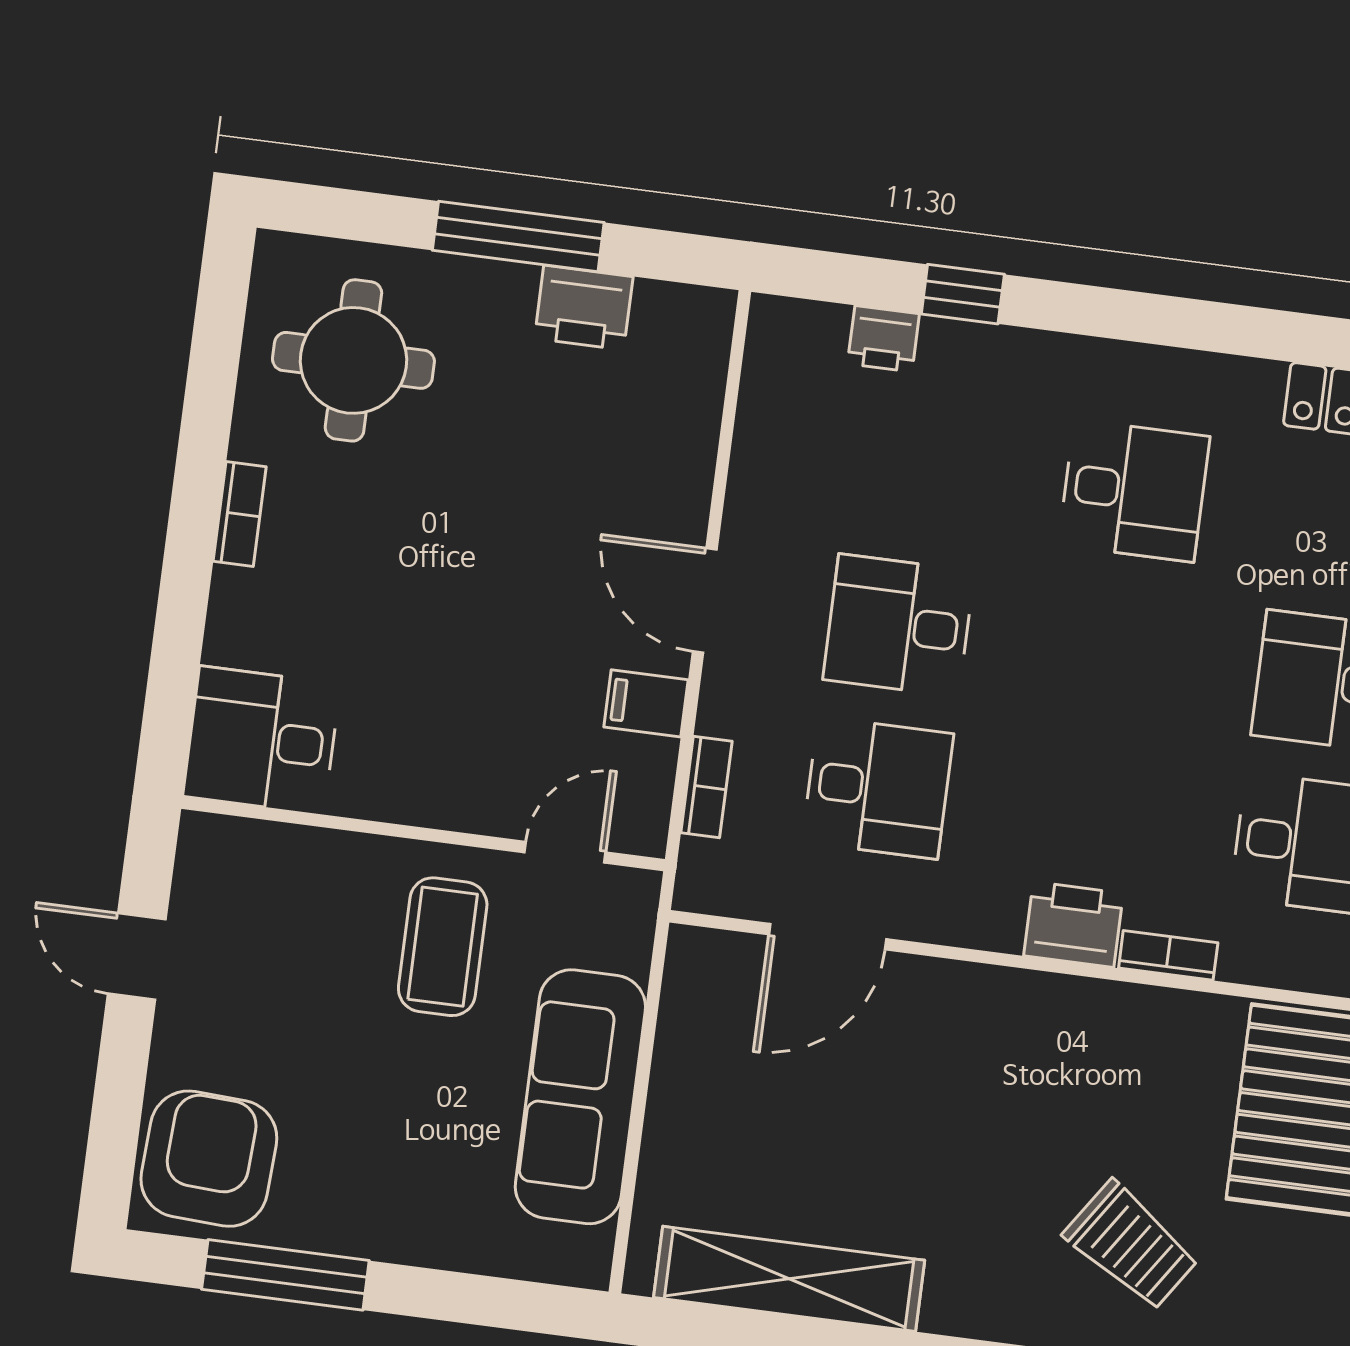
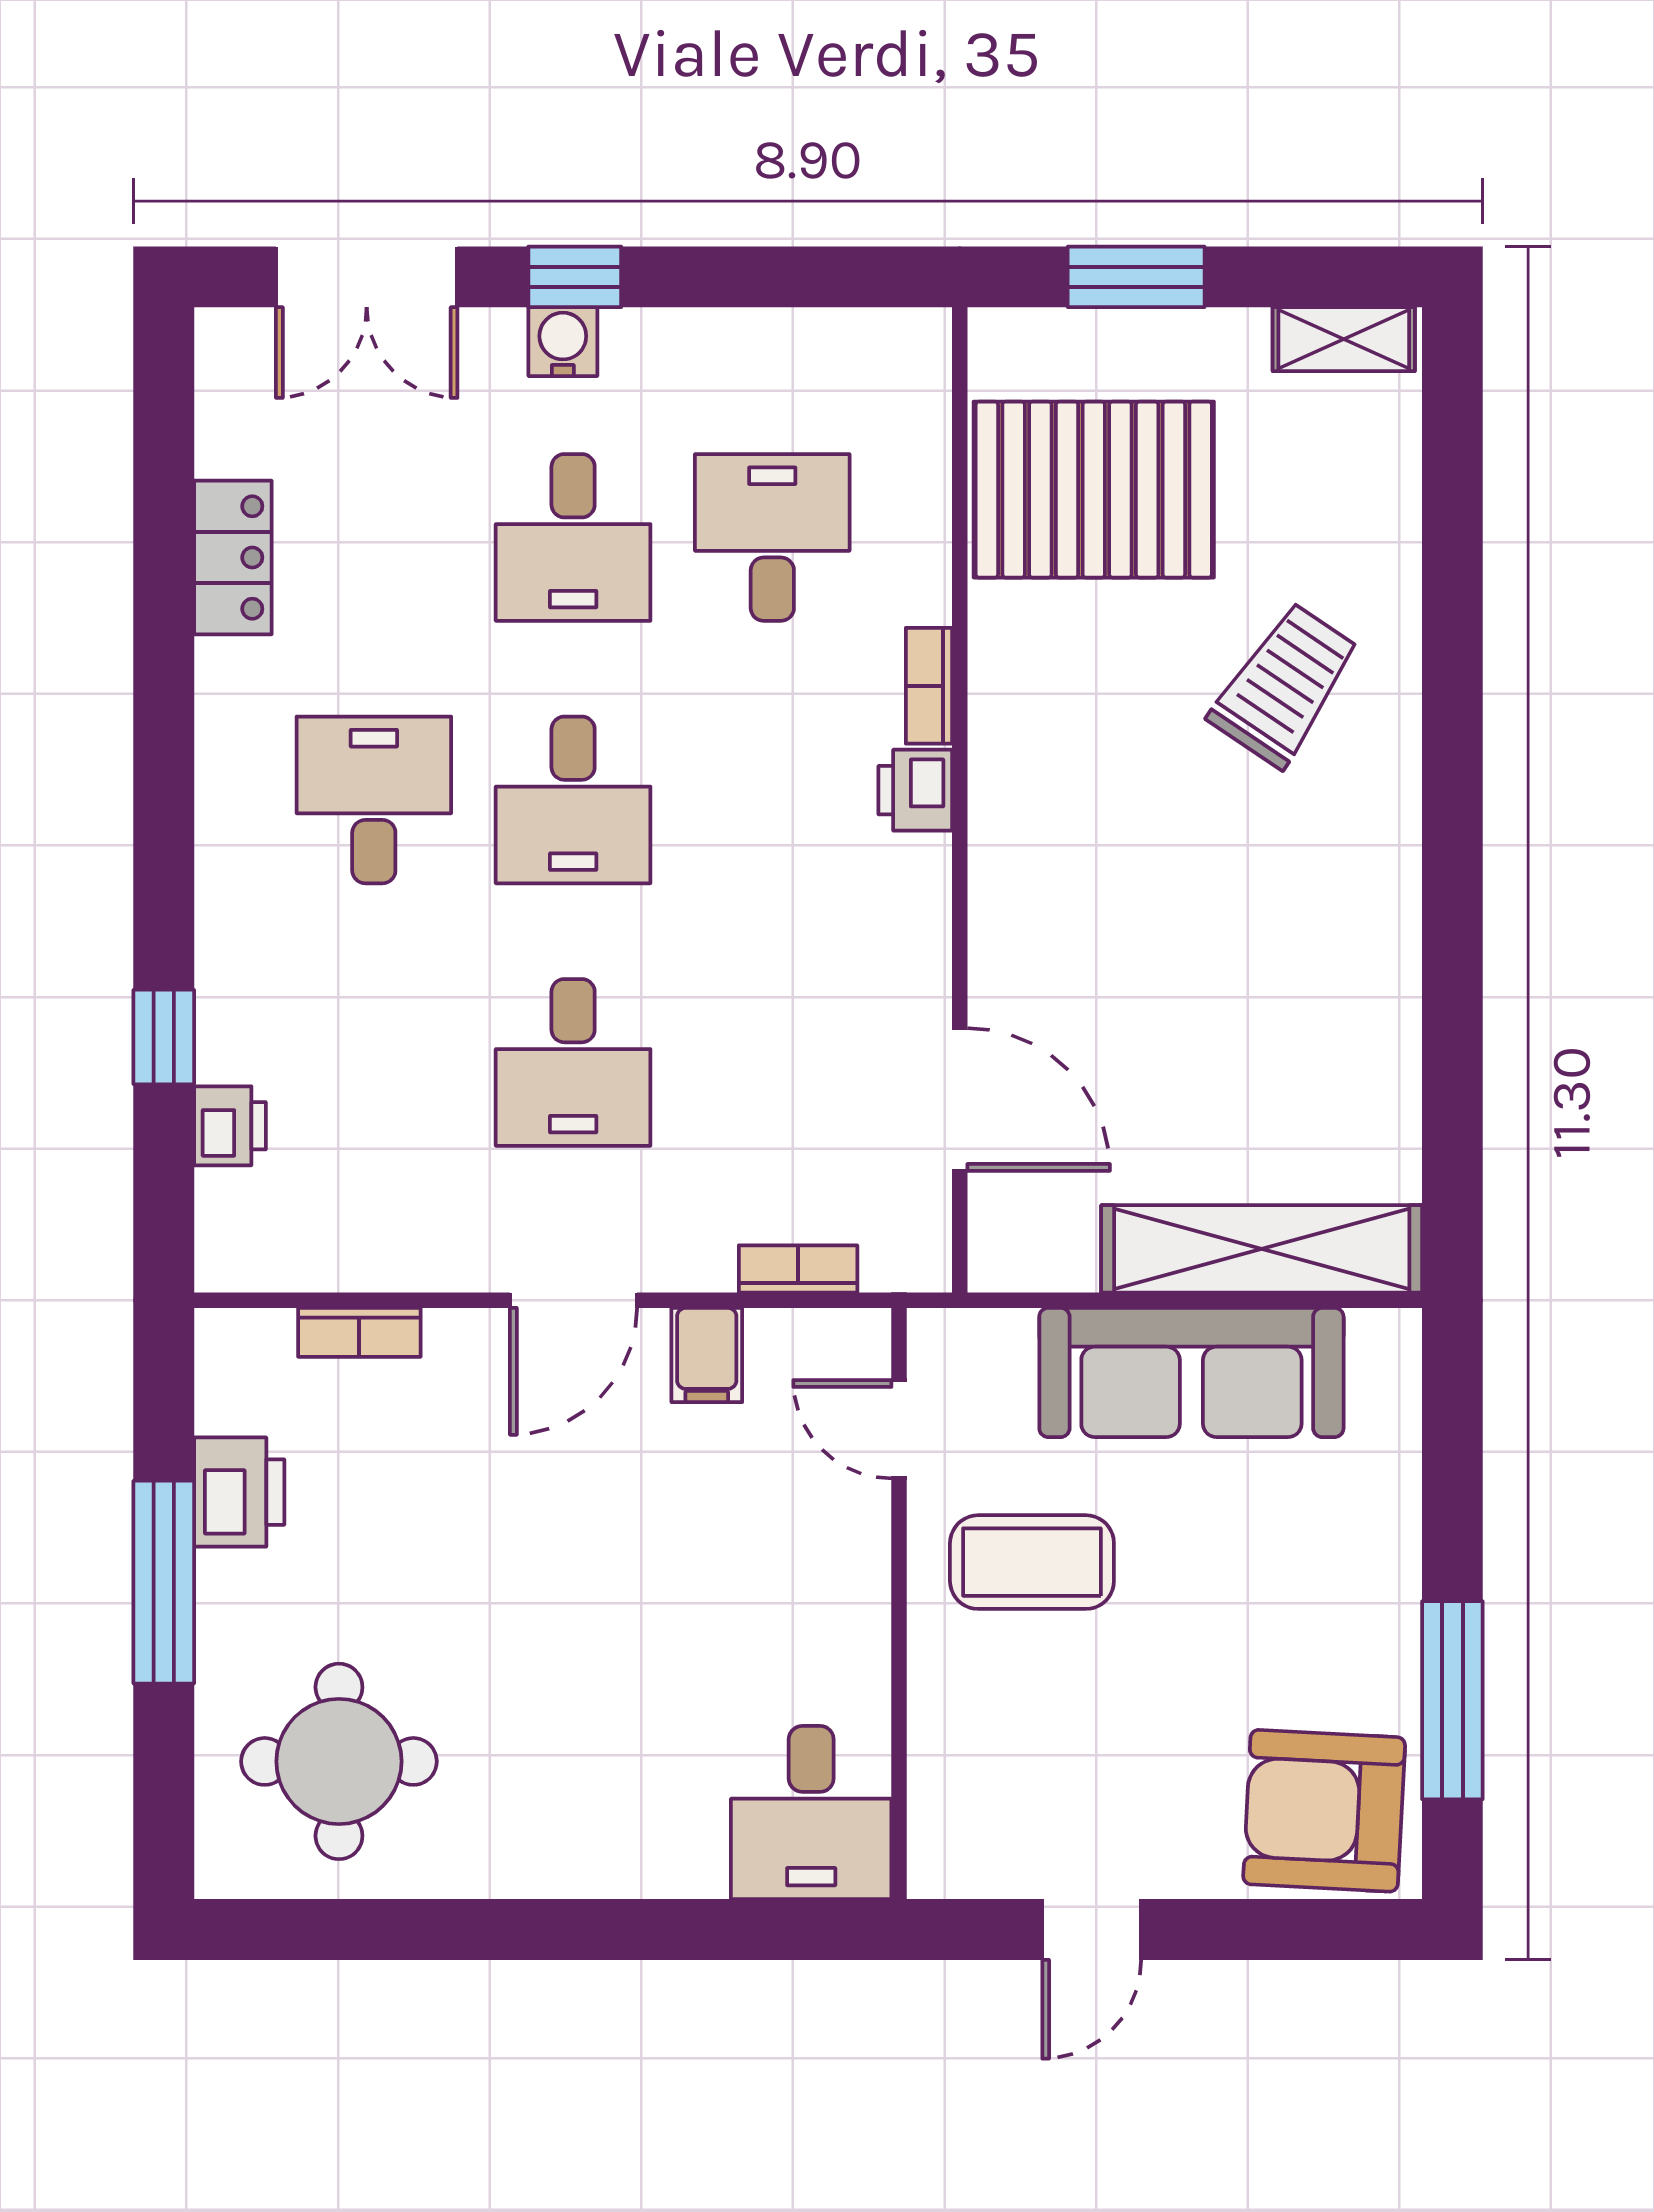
bookcase: (240, 514) -> (359, 1332), moved, turned 180
desk: (878, 788) -> (573, 800), moved, turned 180
printer: (1073, 925) -> (915, 790), width x0.73, depth x0.81
shelving: (789, 1279) -> (1262, 1249), moved, turned 90

